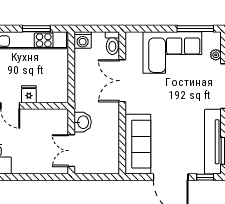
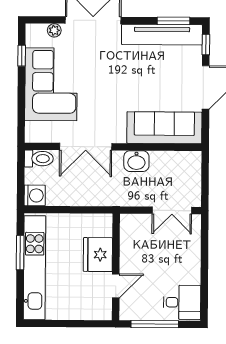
window: (195, 29) -> (22, 56), width x0.46
fridge: (29, 94) -> (98, 255), width x1.88, depth x1.34
washbasin: (83, 122) -> (136, 161), moved, turned 180

